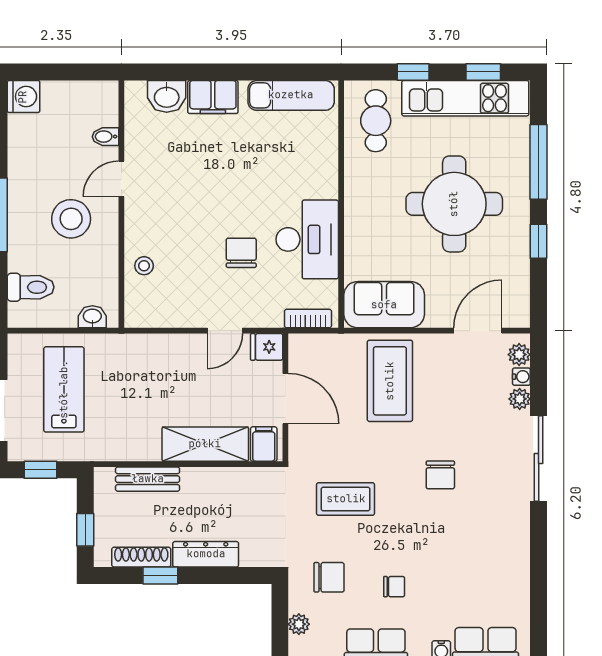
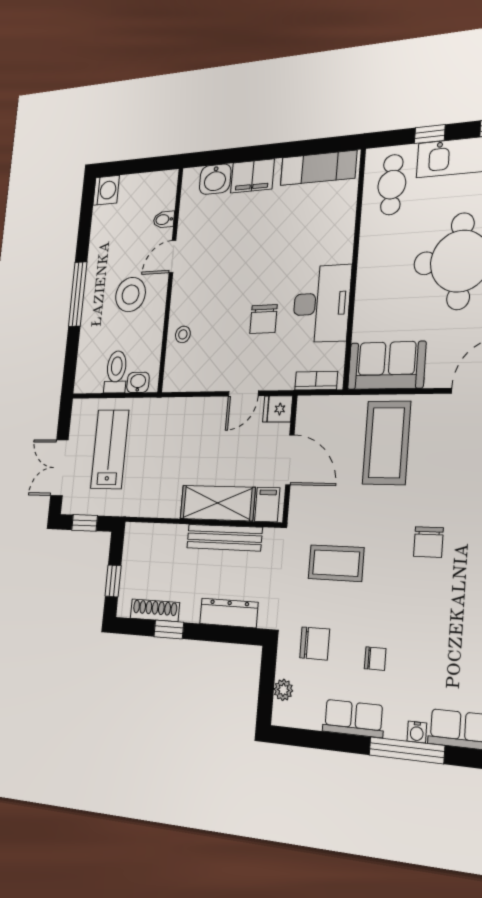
chair: (241, 253) -> (264, 319), turned 180
toilet: (31, 287) -> (116, 372), moved, turned -90
bench: (148, 479) -> (224, 538), moved, width x1.36
dresser: (206, 554) -> (229, 613), moved

